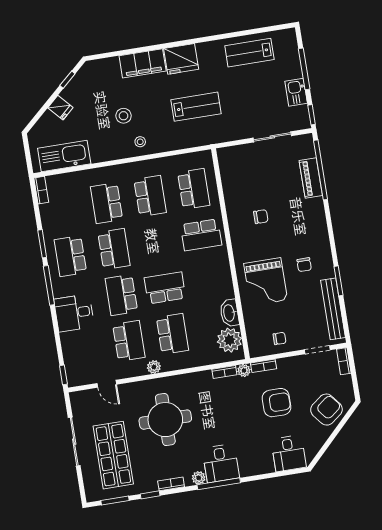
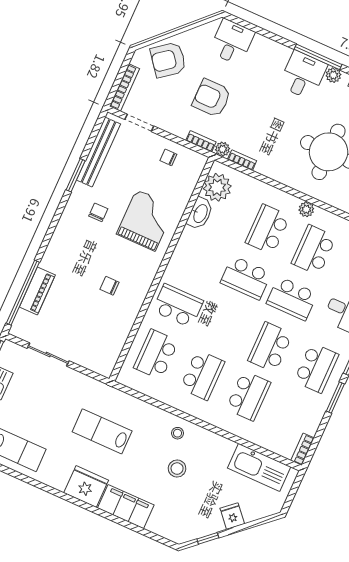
school desk: (150, 196) -> (202, 375), turned 180
school desk: (121, 295) -> (292, 299), turned 90
bookcase: (344, 361) -> (125, 87), width x1.56

